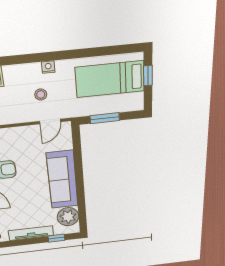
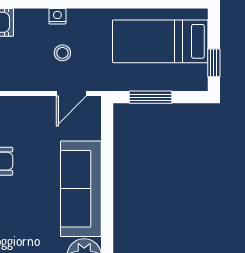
nightstand: (48, 67) -> (57, 16), moved
window: (148, 76) -> (214, 63), moved

